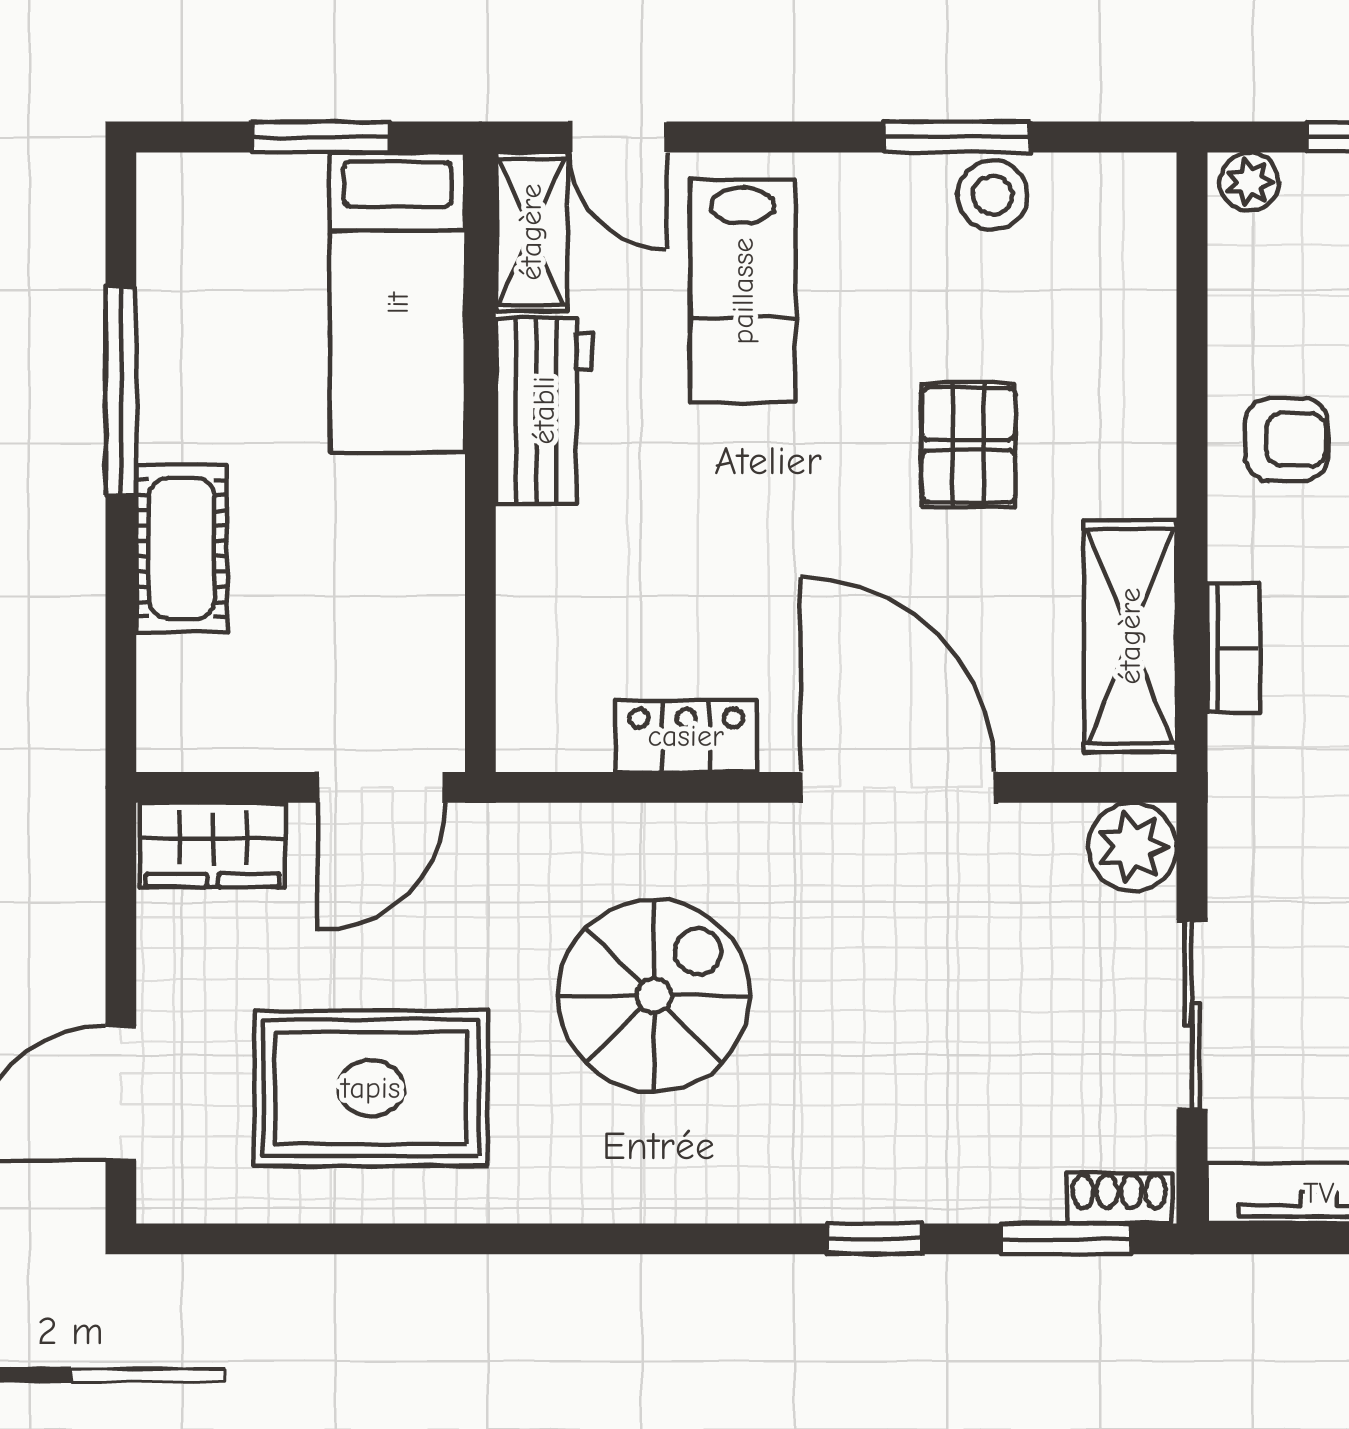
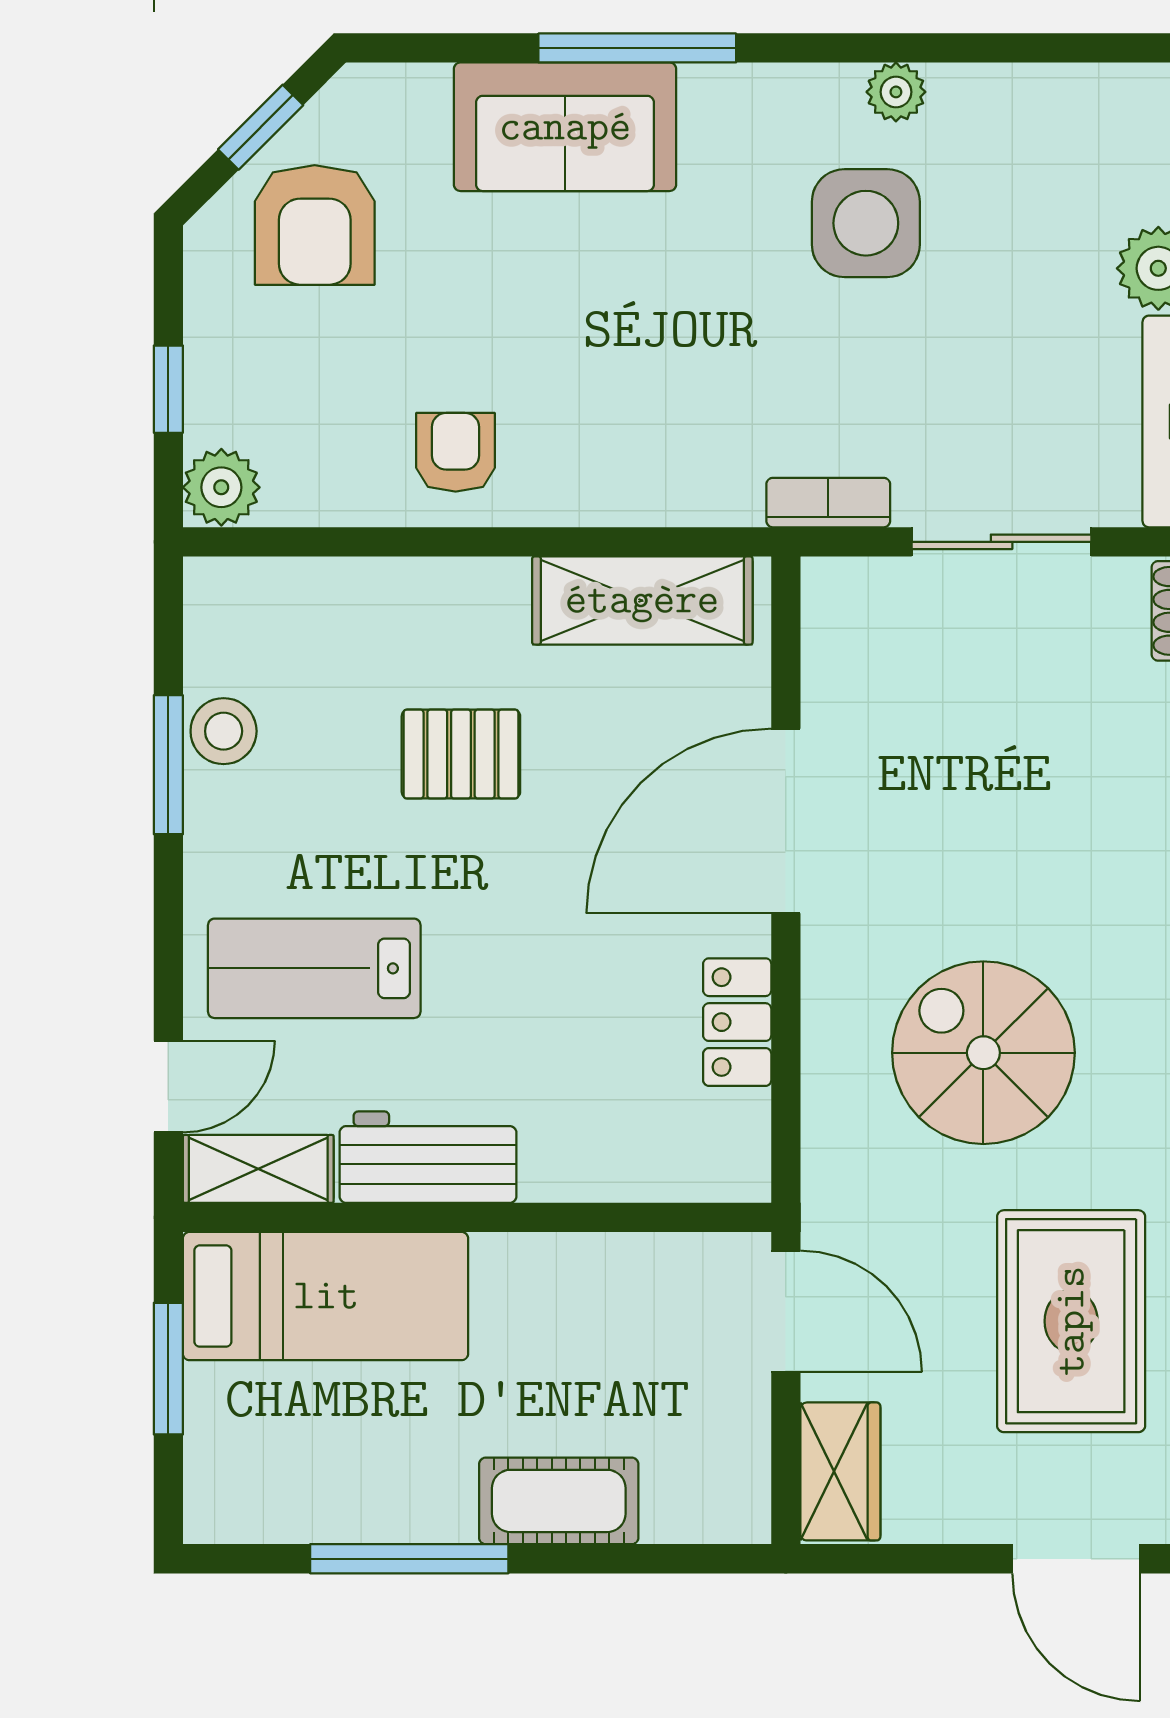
plant: (1250, 182) -> (221, 487), width x1.38, depth x1.38
lab bench: (743, 291) -> (314, 968), turned 180
bookcase: (1233, 648) -> (828, 503), moved
plant: (1132, 847) -> (842, 598), removed

